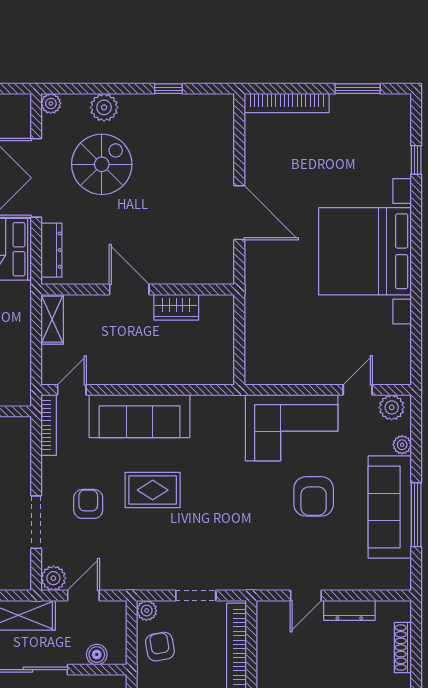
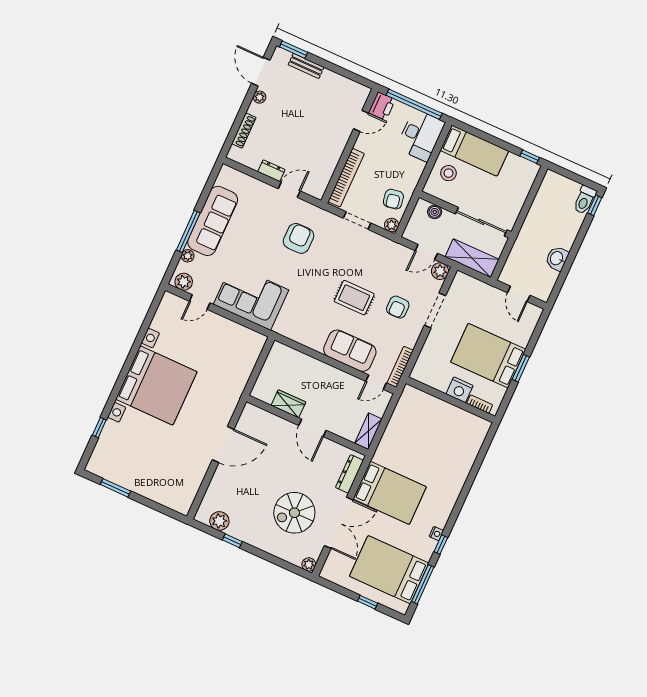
bookcase: (287, 103) -> (163, 499), removed
plant: (104, 107) -> (219, 521), moved
door: (239, 213) -> (223, 445), swing flipped
sofa: (139, 416) -> (350, 351), width x0.73
armchair: (314, 496) -> (299, 238), moved
window: (416, 515) -> (188, 231), moved
dresser: (349, 610) -> (271, 171), width x0.70

